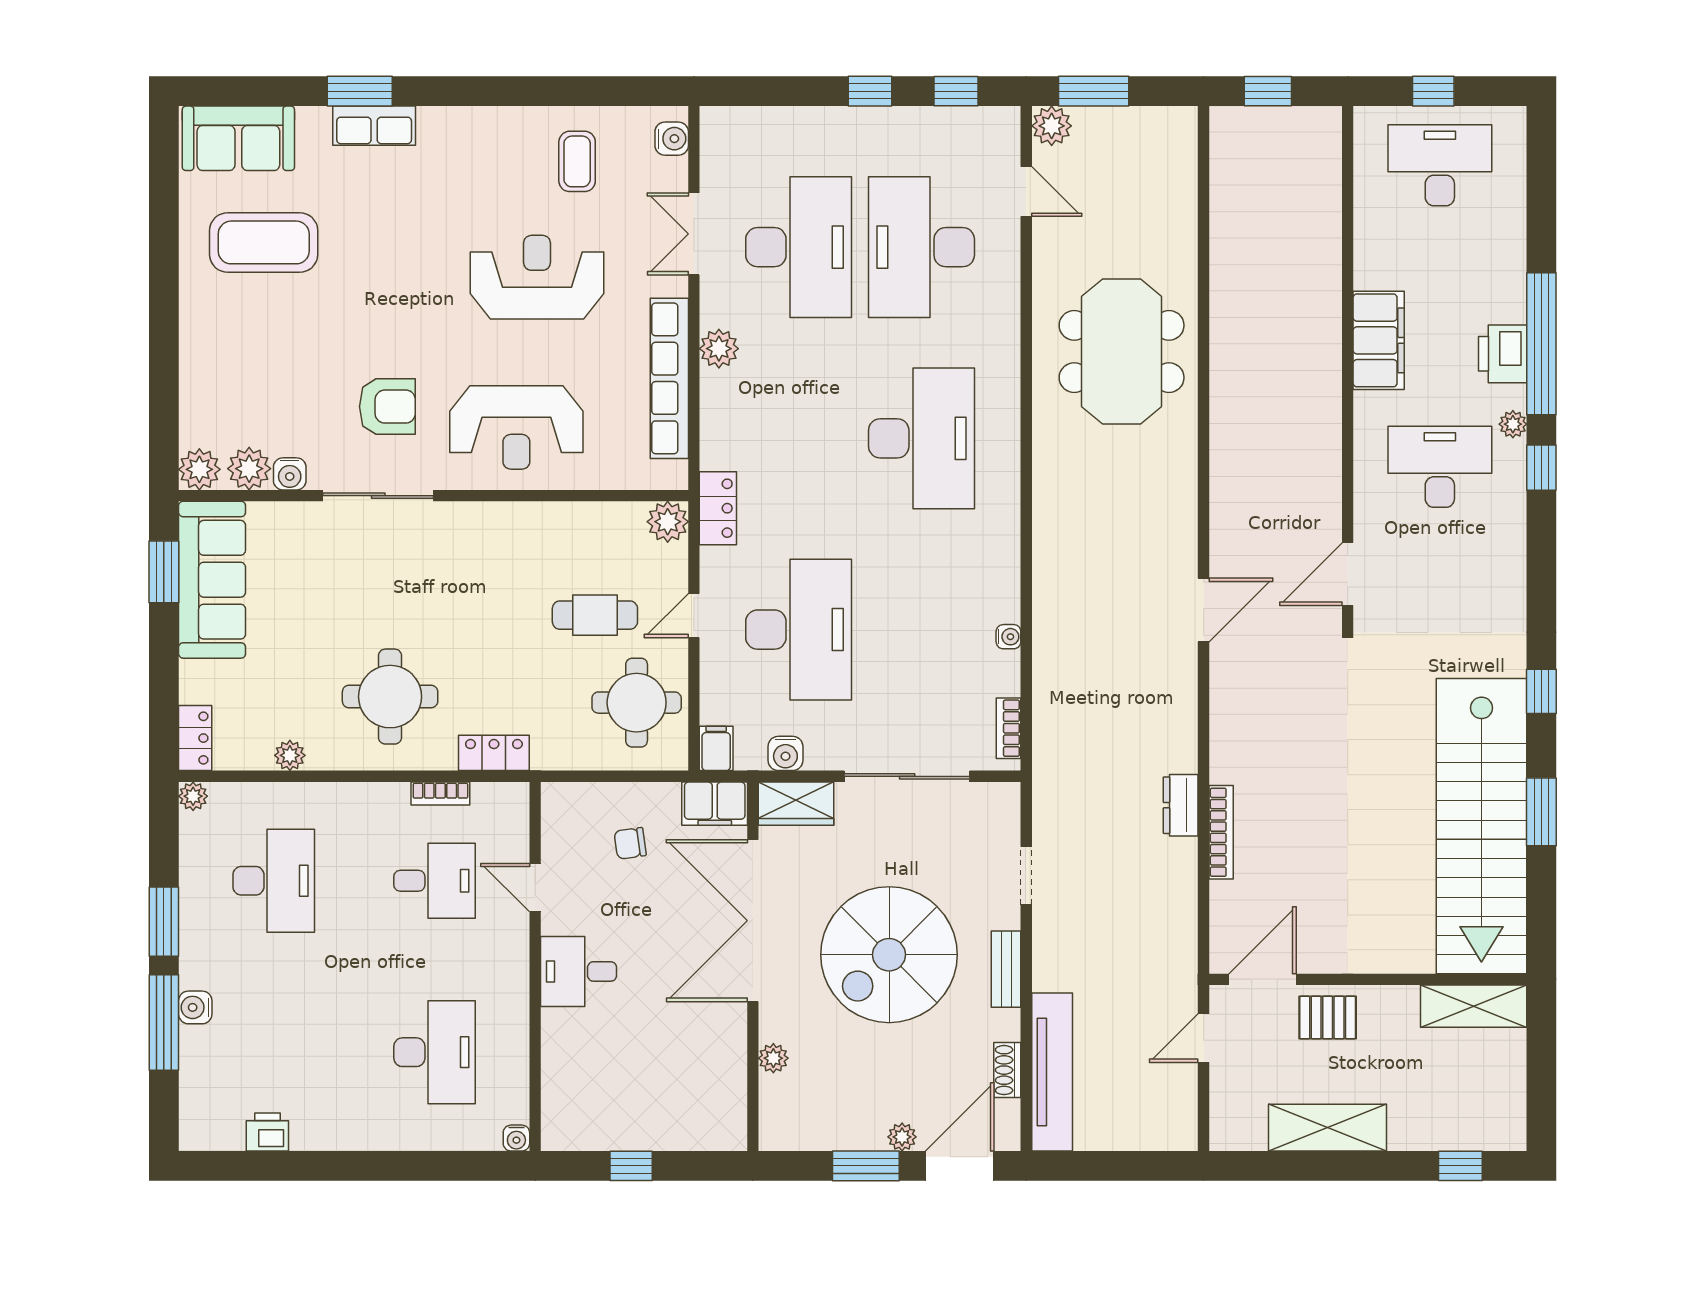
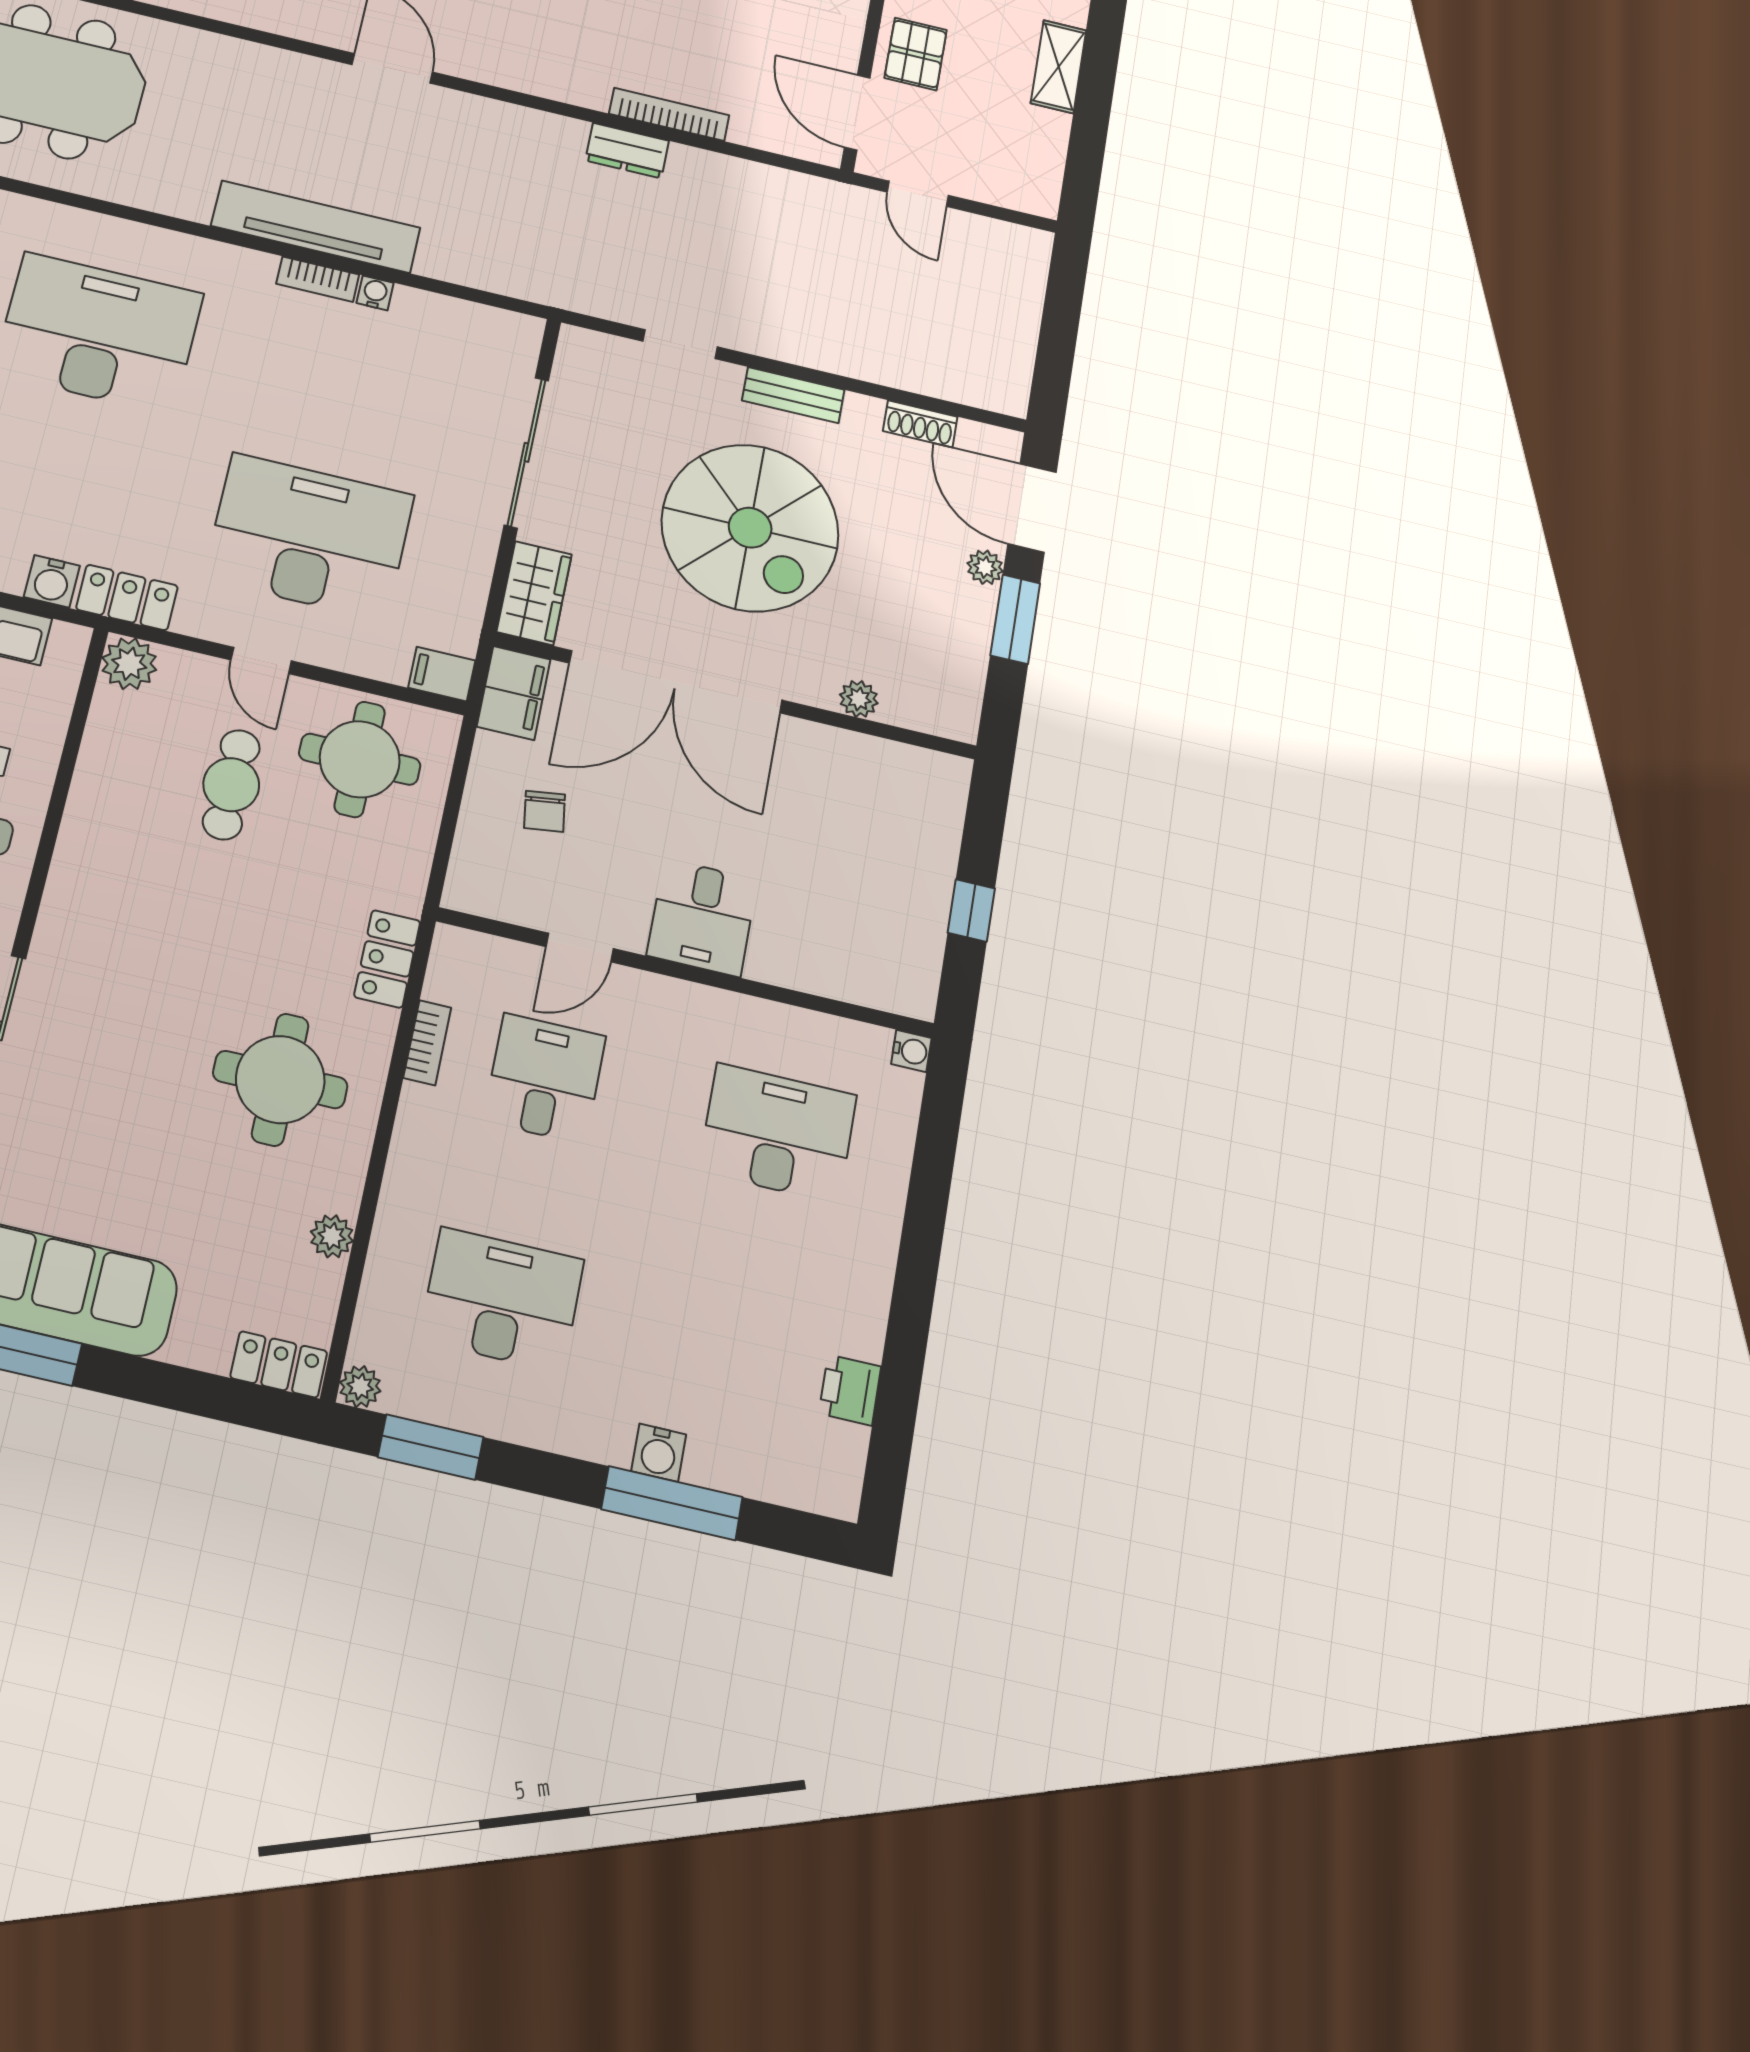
bookcase: (1009, 728) -> (318, 279), moved
water cooler: (785, 753) -> (52, 581), moved, turned 90
window: (164, 922) -> (431, 1447), moved
tv unit: (1052, 1072) -> (316, 227), moved
shelving: (1327, 1128) -> (1059, 67), width x0.67, depth x0.75

